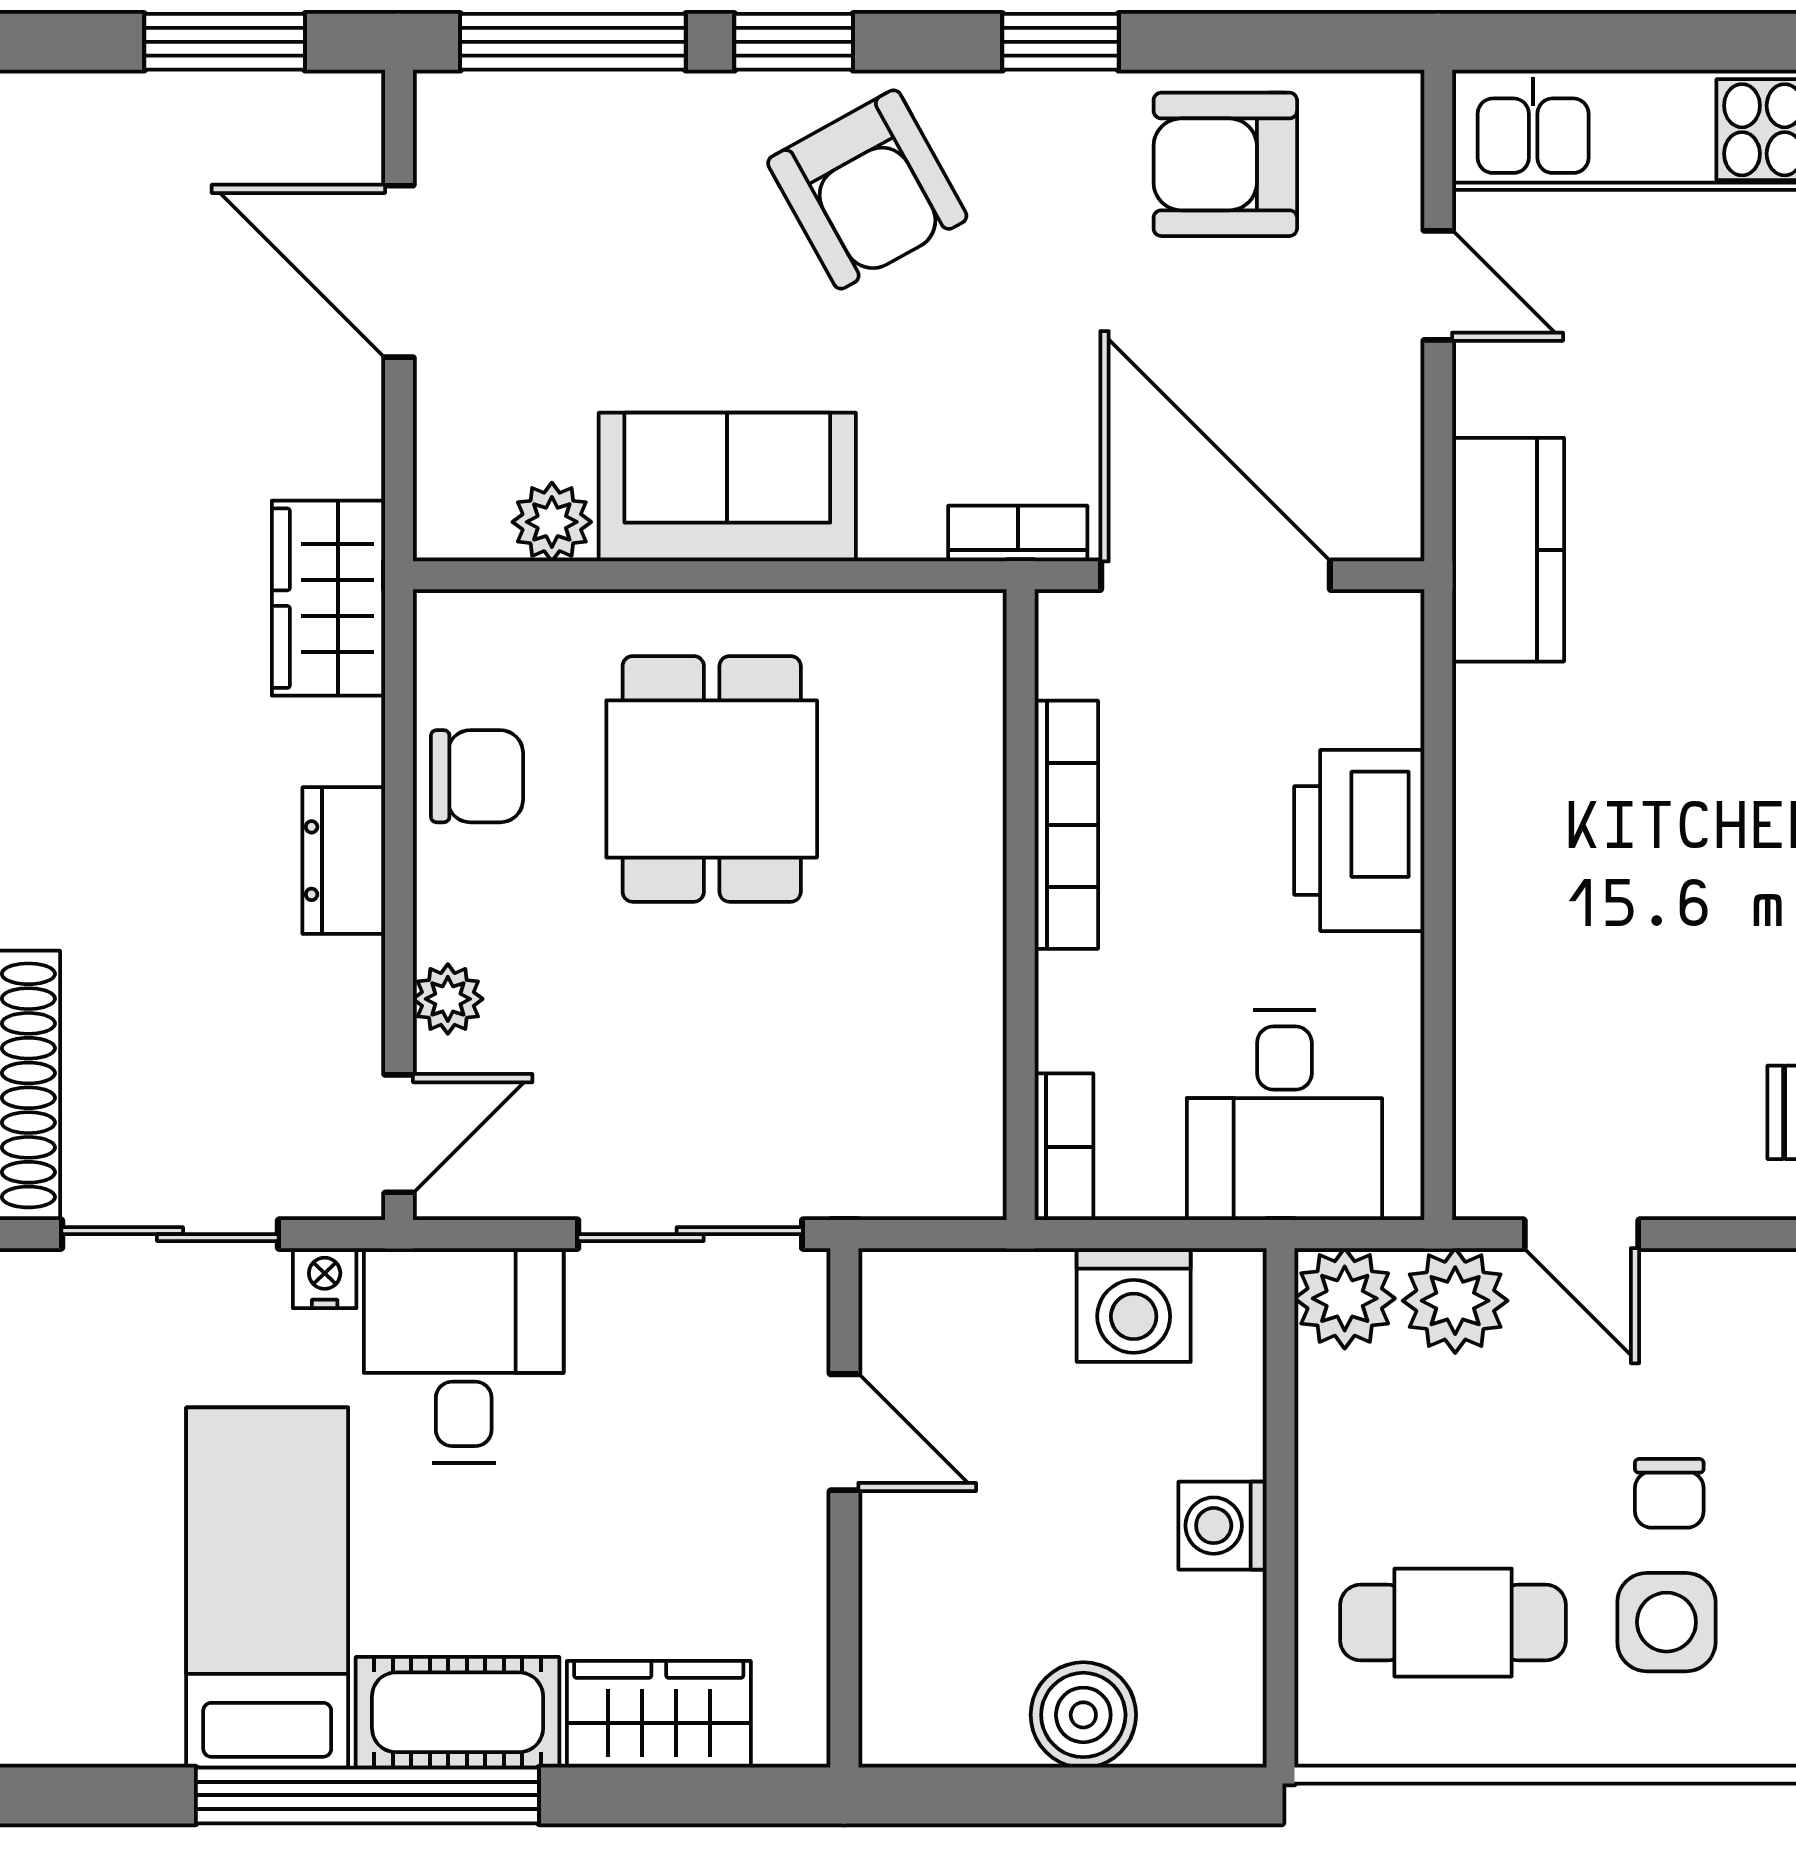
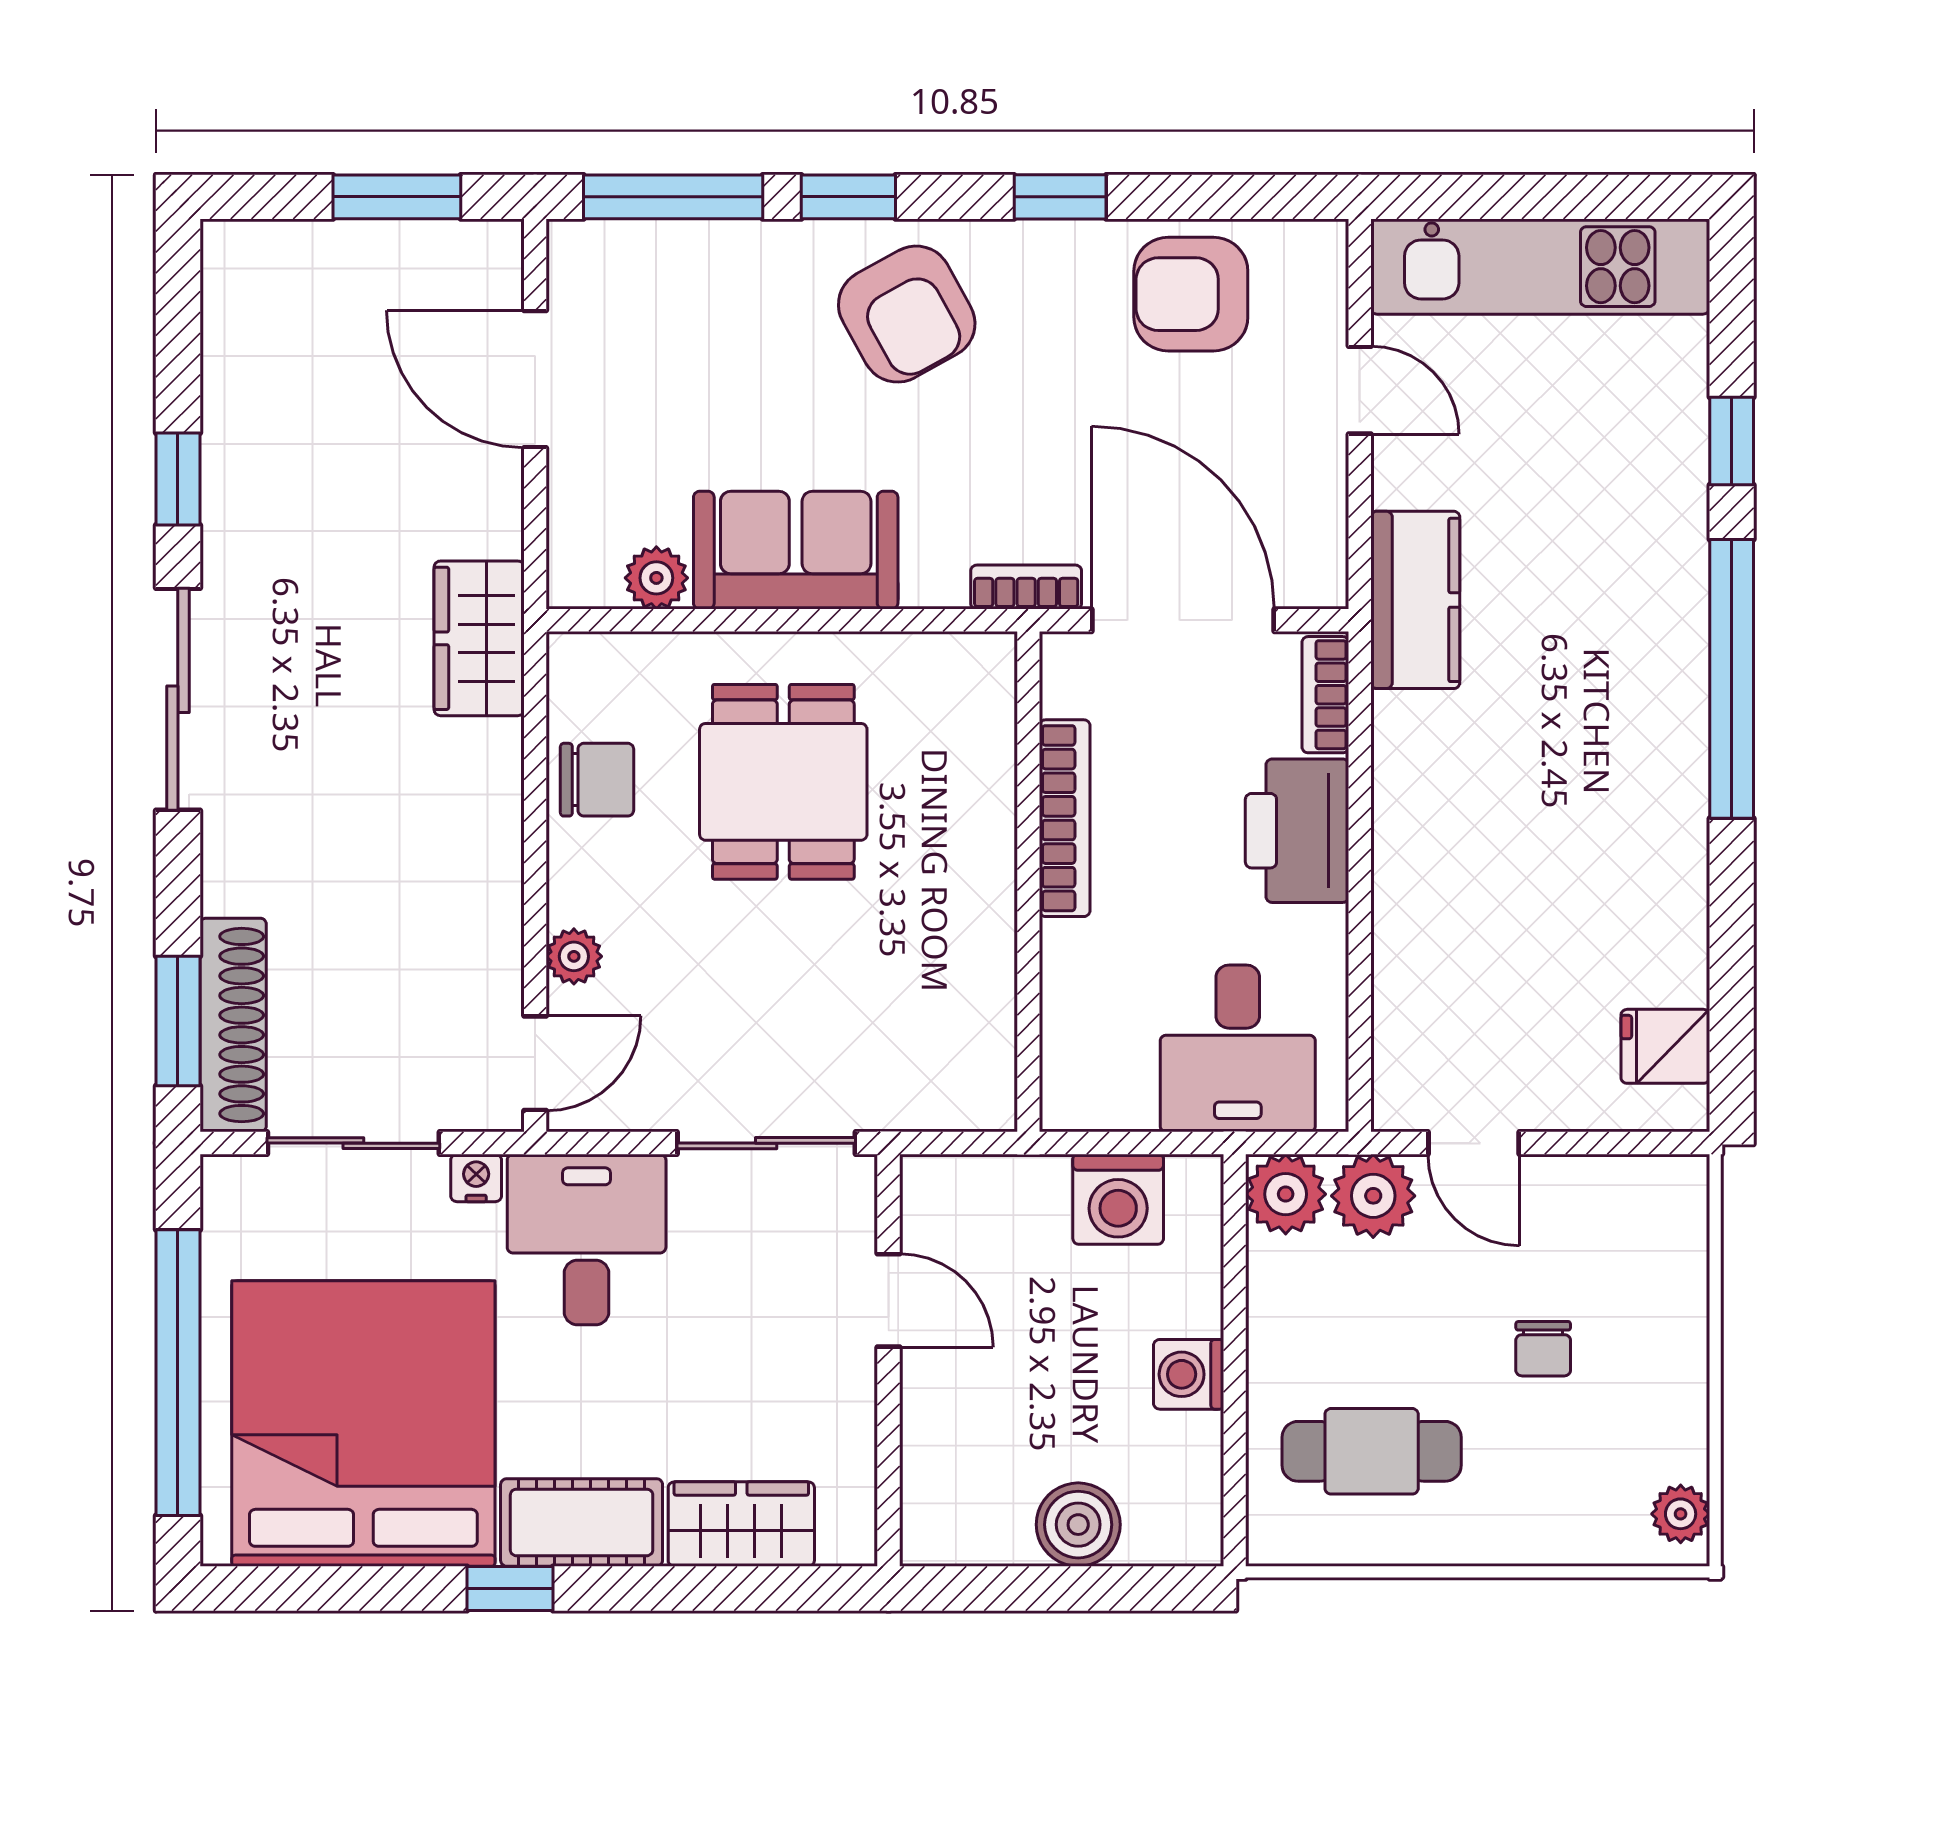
dresser: (344, 861) -> (491, 847), removed
bookcase: (1064, 1147) -> (1325, 695), moved, turned 180
bed: (267, 1588) -> (363, 1423), width x2.04
side table: (1666, 1622) -> (1541, 1451), removed
window: (367, 1795) -> (510, 1588), width x0.32

